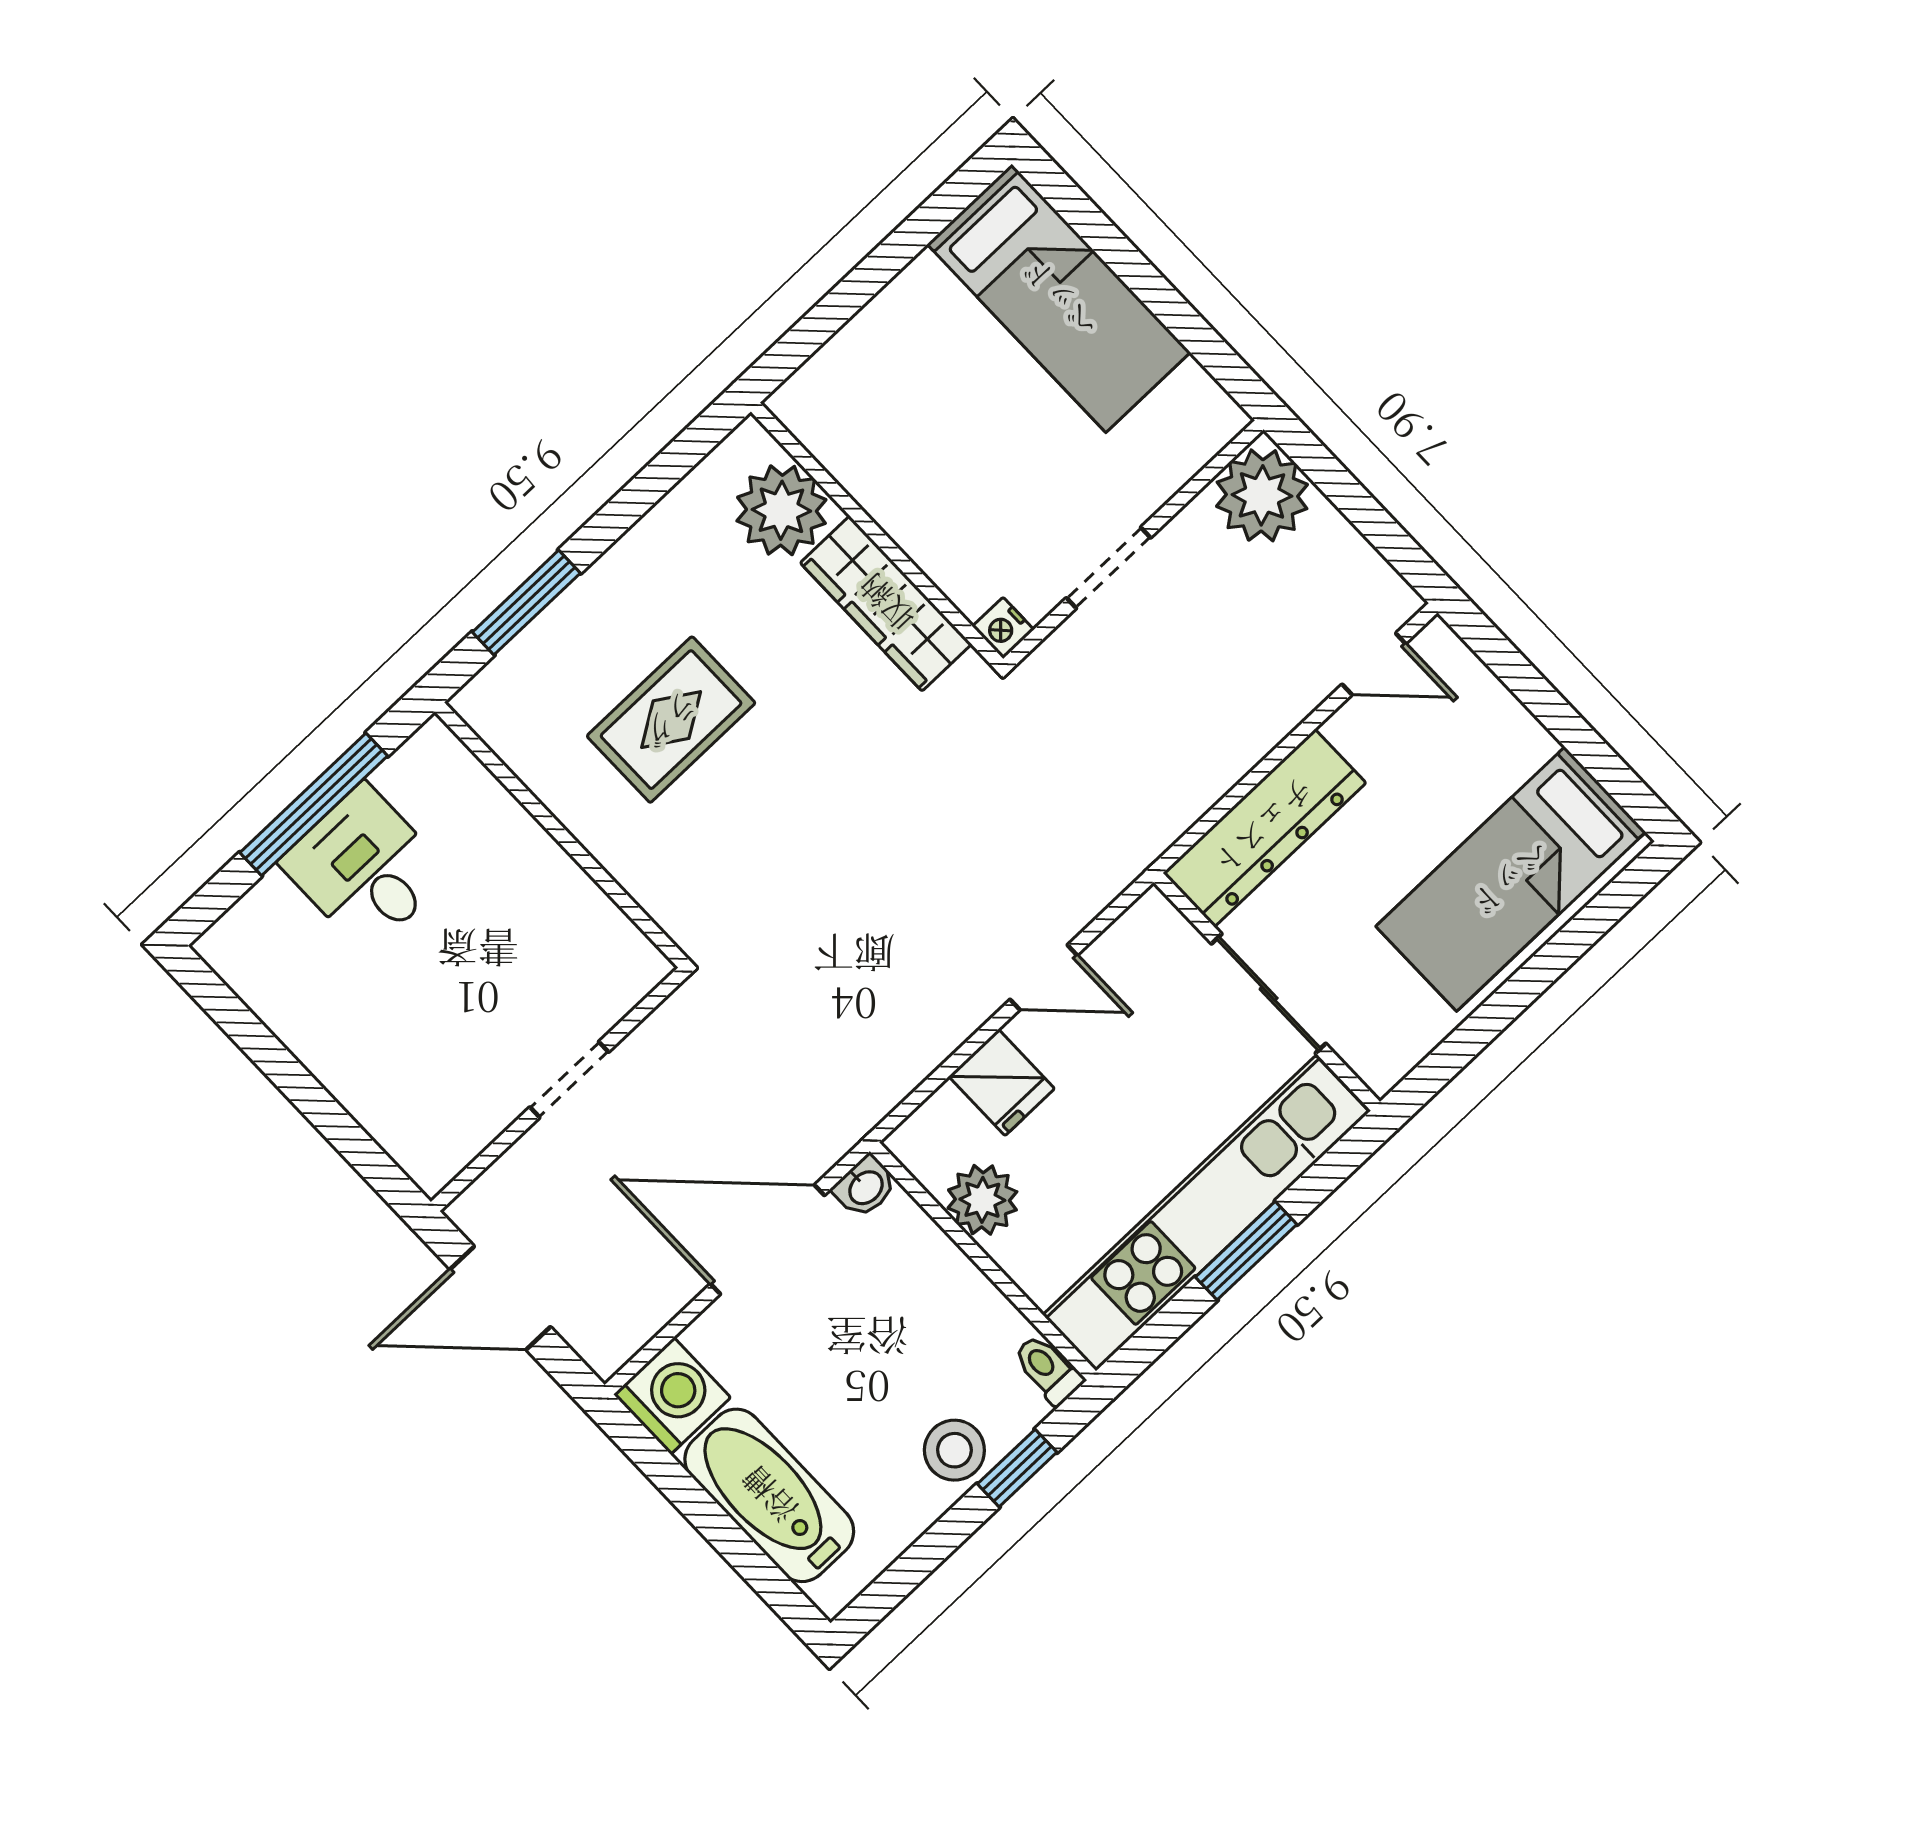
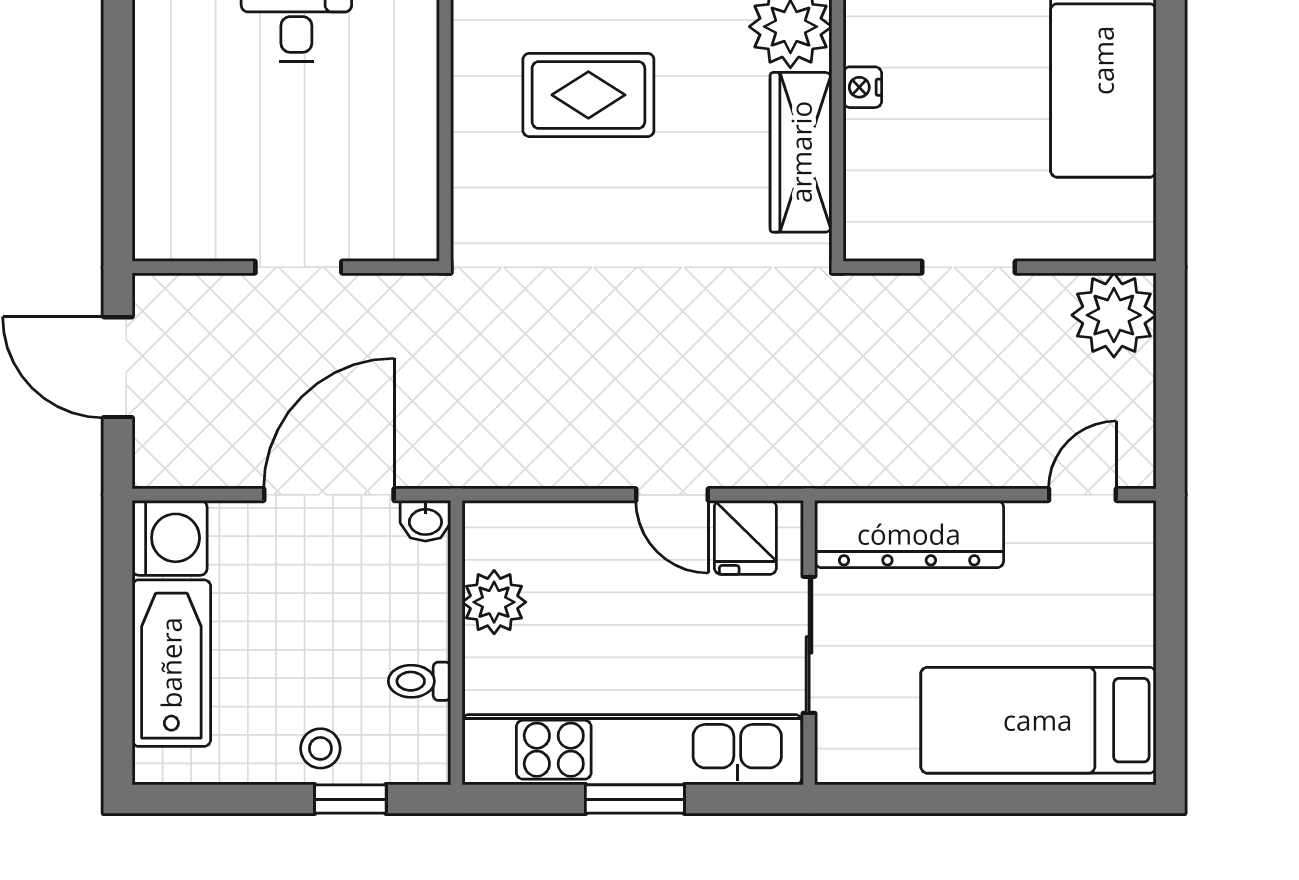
nightstand: (1003, 628) -> (862, 87), moved
door: (1374, 664) -> (1082, 495), swing flipped
fridge: (1002, 1082) -> (745, 537), moved
door: (767, 1240) -> (329, 495), hinge flipped
toilet: (1048, 1369) -> (419, 681), moved, turned -90
stool: (954, 1450) -> (320, 748), width x0.73, depth x0.73

